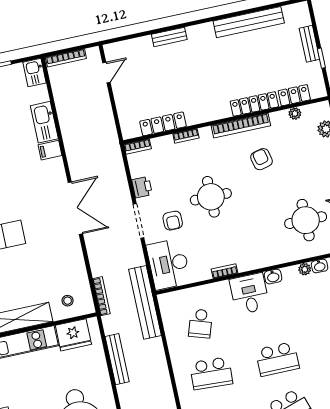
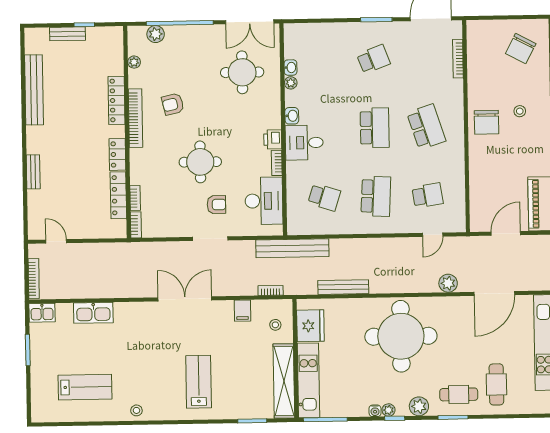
locker: (294, 95) -> (117, 154), moved
bookcase: (186, 136) -> (135, 198), moved
filing cabinet: (50, 150) -> (242, 311), moved
printer: (142, 187) -> (273, 139), moved, turned -90
desk: (169, 264) -> (264, 201), moved, turned -90
bookcase: (101, 296) -> (271, 290), width x0.64

